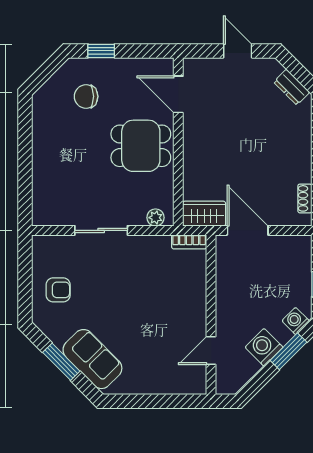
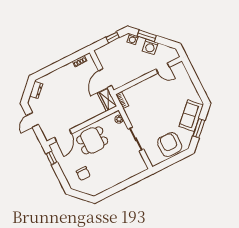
window: (101, 51) -> (52, 158), moved
dining table: (141, 146) -> (92, 140), turned 90
armchair: (58, 290) -> (170, 145), width x1.88, depth x1.88

